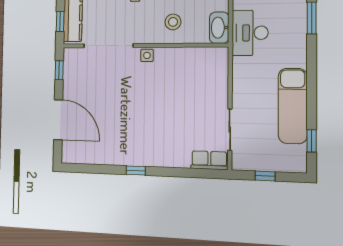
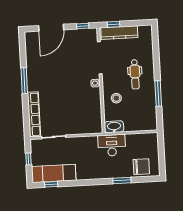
exam couch: (293, 106) -> (54, 173), moved
row of seats: (209, 160) -> (34, 114), width x2.02
window: (136, 171) -> (24, 81), width x2.17

